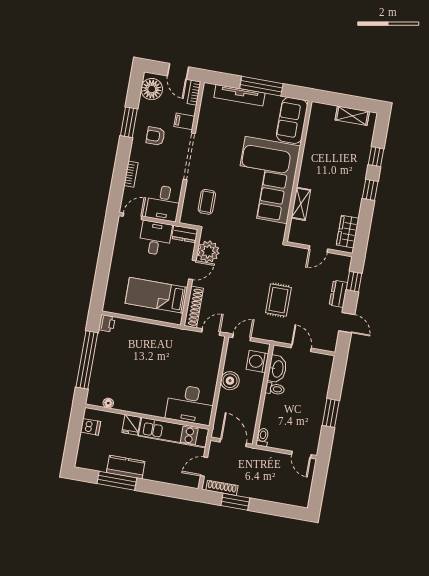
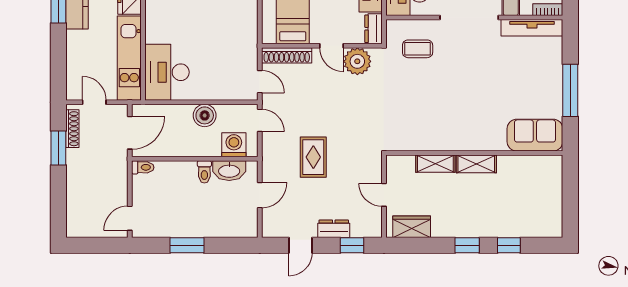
tv unit: (239, 95) -> (532, 28), moved, turned -90
shelving: (352, 116) -> (476, 164), moved, turned 90
corner sofa: (266, 180) -> (457, 116), removed
rug: (278, 300) -> (313, 157), turned 90

